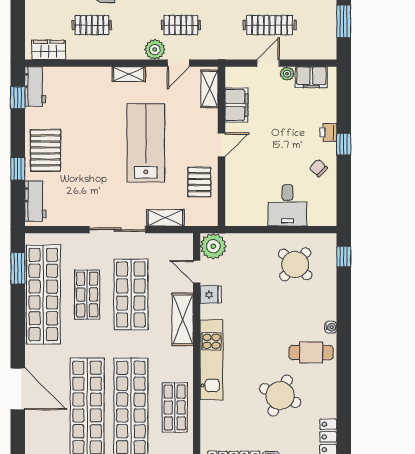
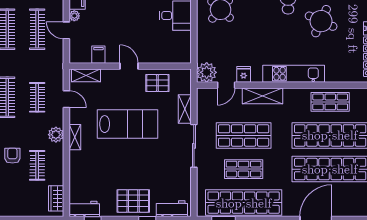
plant: (155, 49) -> (56, 135), moved
filing cabinet: (236, 105) -> (98, 55), width x0.50
lab bench: (146, 143) -> (127, 124), turned 180

